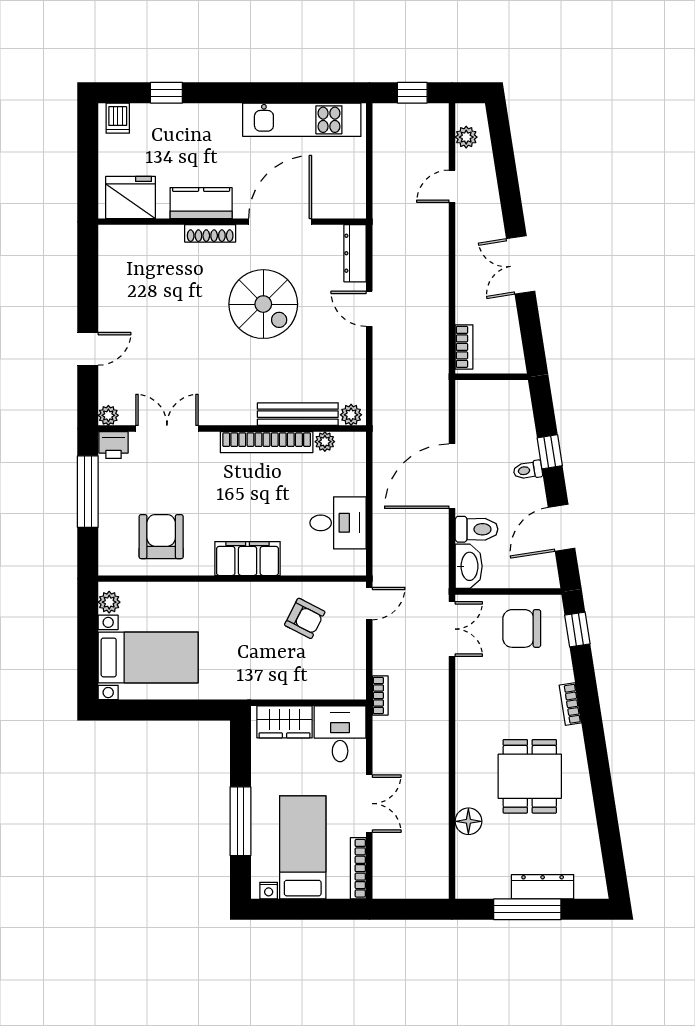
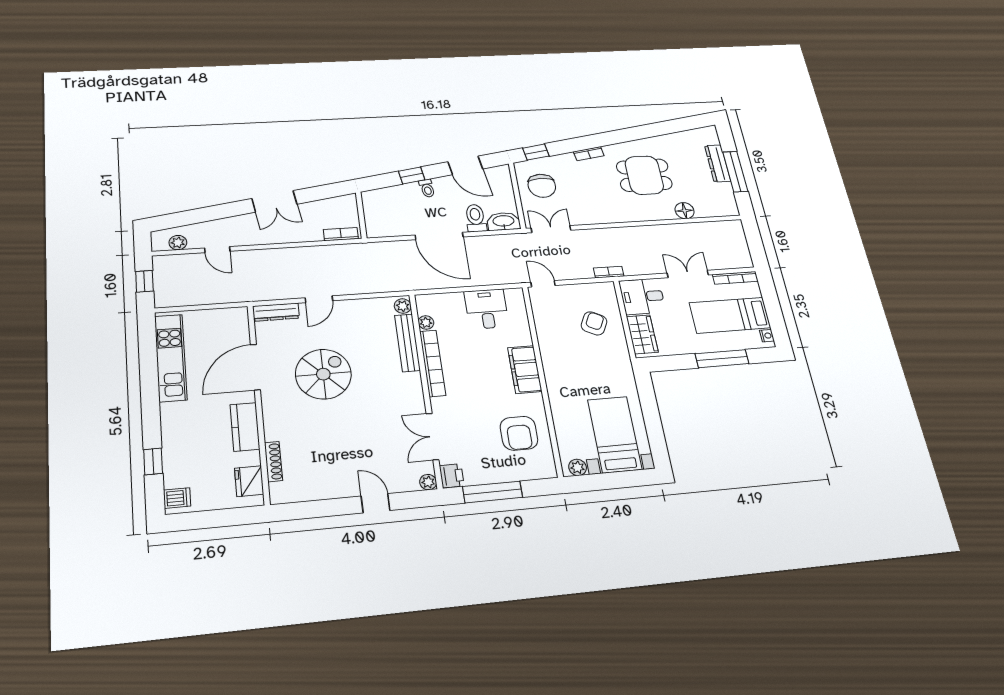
fridge: (131, 197) -> (249, 481), width x0.73, depth x0.75
door: (280, 222) -> (255, 367), hinge flipped
shoe rack: (210, 233) -> (273, 462), moved
armchair: (161, 537) -> (519, 433), turned -90
armchair: (305, 618) -> (594, 323), moved

